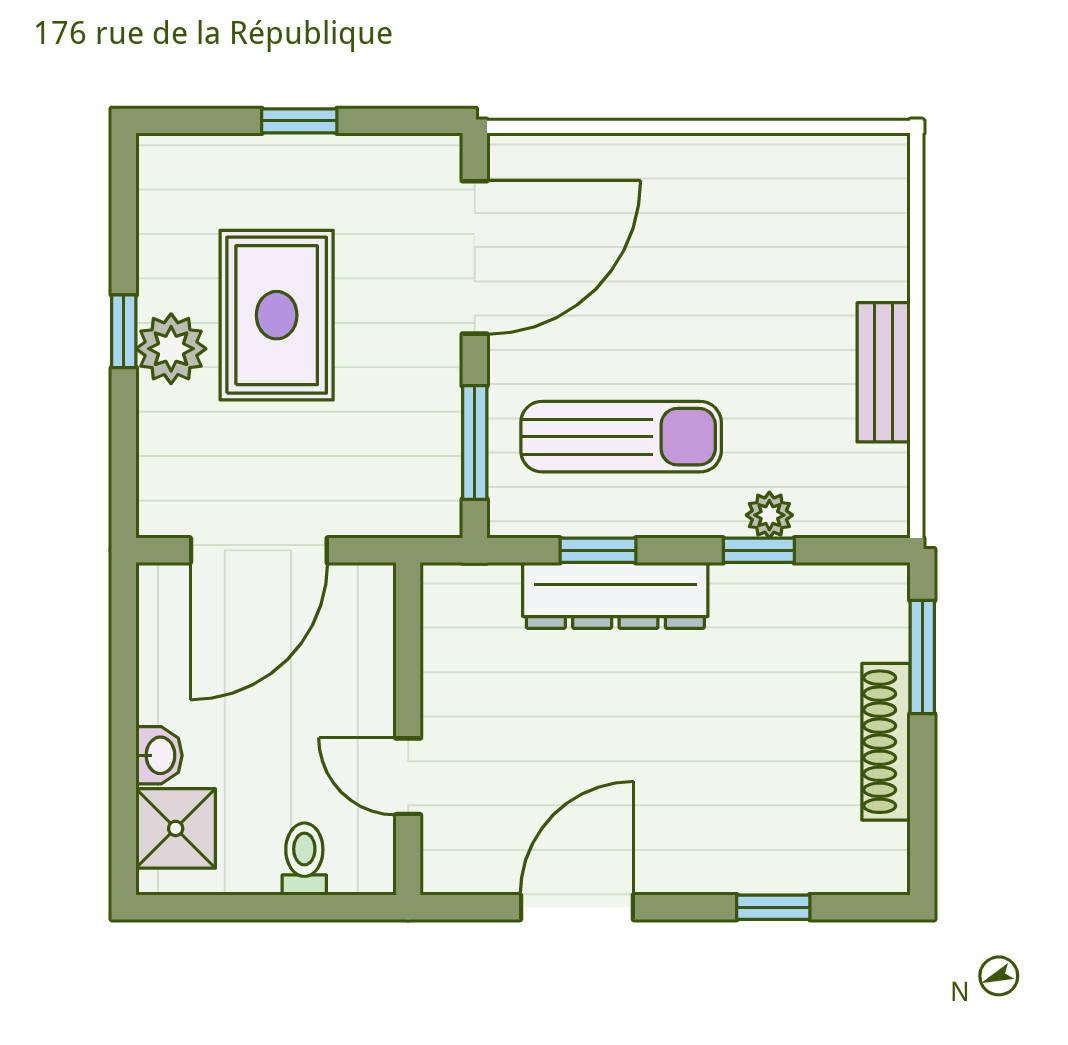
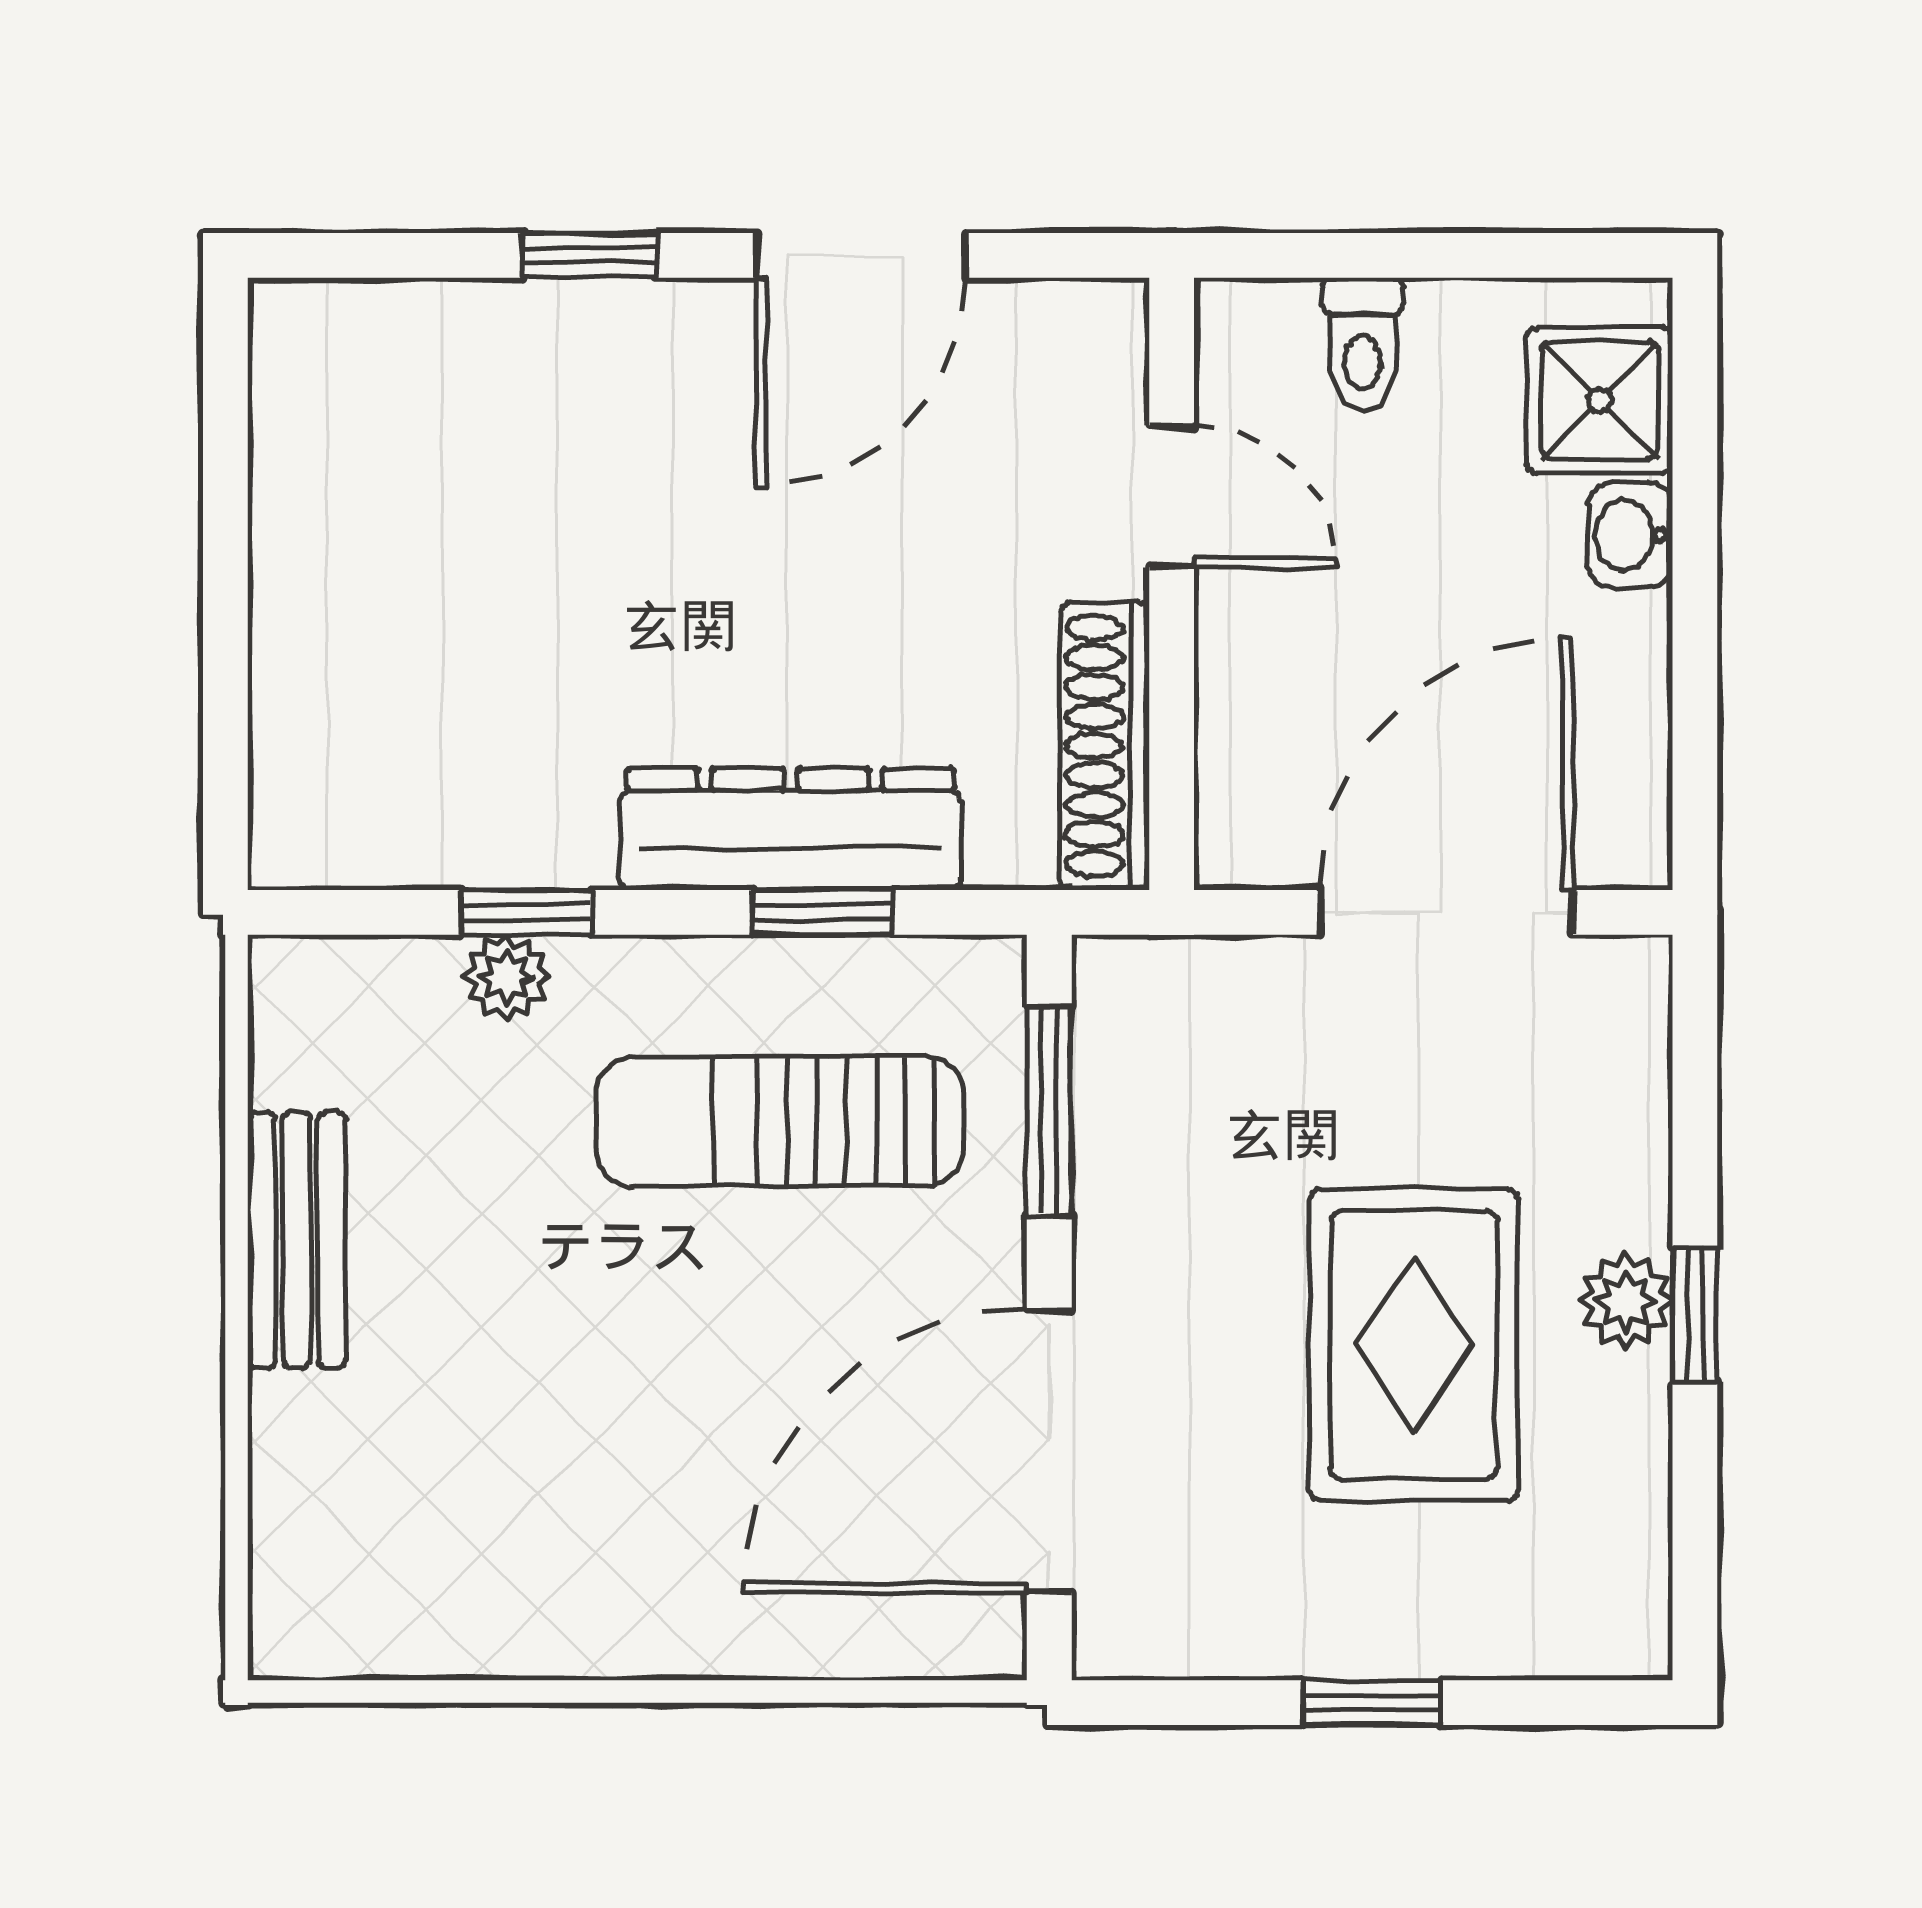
plant: (171, 349) -> (1626, 1301), width x0.73, depth x0.73
window: (922, 657) -> (225, 716), removed
shoe rack: (886, 742) -> (1105, 746), moved, turned 180
window: (773, 907) -> (589, 255), moved

